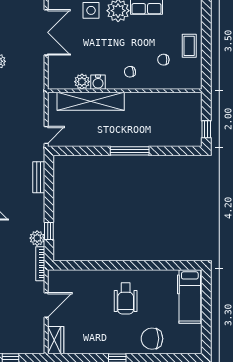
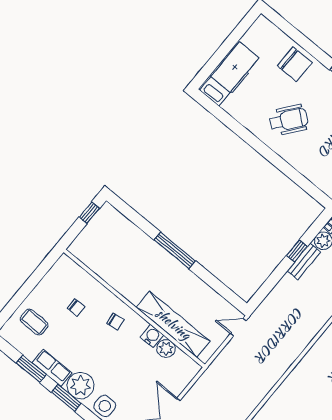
coffee table: (189, 46) -> (34, 322), moved, turned 90
bench: (39, 177) -> (304, 261), moved
window: (49, 231) -> (297, 251), moved
wheelchair: (126, 299) -> (289, 120), turned 38

